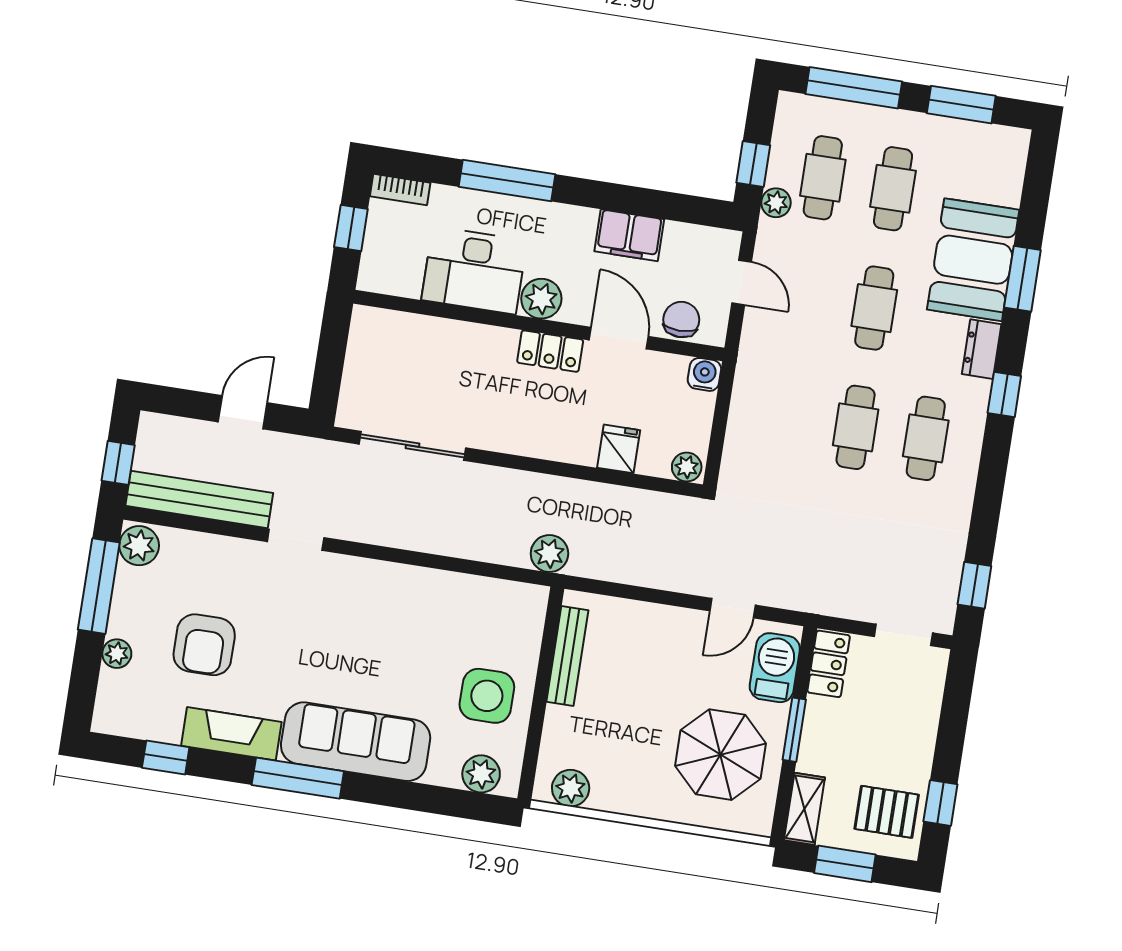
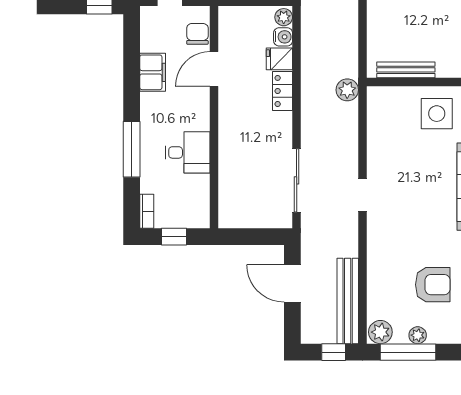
desk: (474, 270) -> (188, 152), width x0.73
plant: (541, 299) -> (198, 118), removed
chair: (681, 320) -> (197, 34), turned 90
locker: (550, 351) -> (283, 91), moved, turned 180
water cooler: (704, 374) -> (283, 37), moved, turned 180
door: (243, 412) -> (292, 283), width x1.38
doorway: (296, 540) -> (362, 195), moved
plant: (117, 654) -> (418, 335), moved

